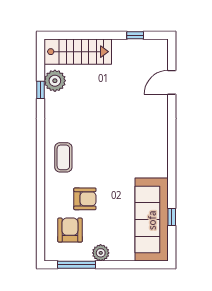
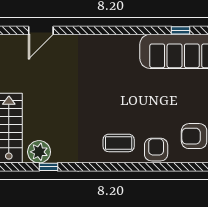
door: (172, 82) -> (41, 30), hinge flipped
armchair: (85, 199) -> (156, 150), moved

